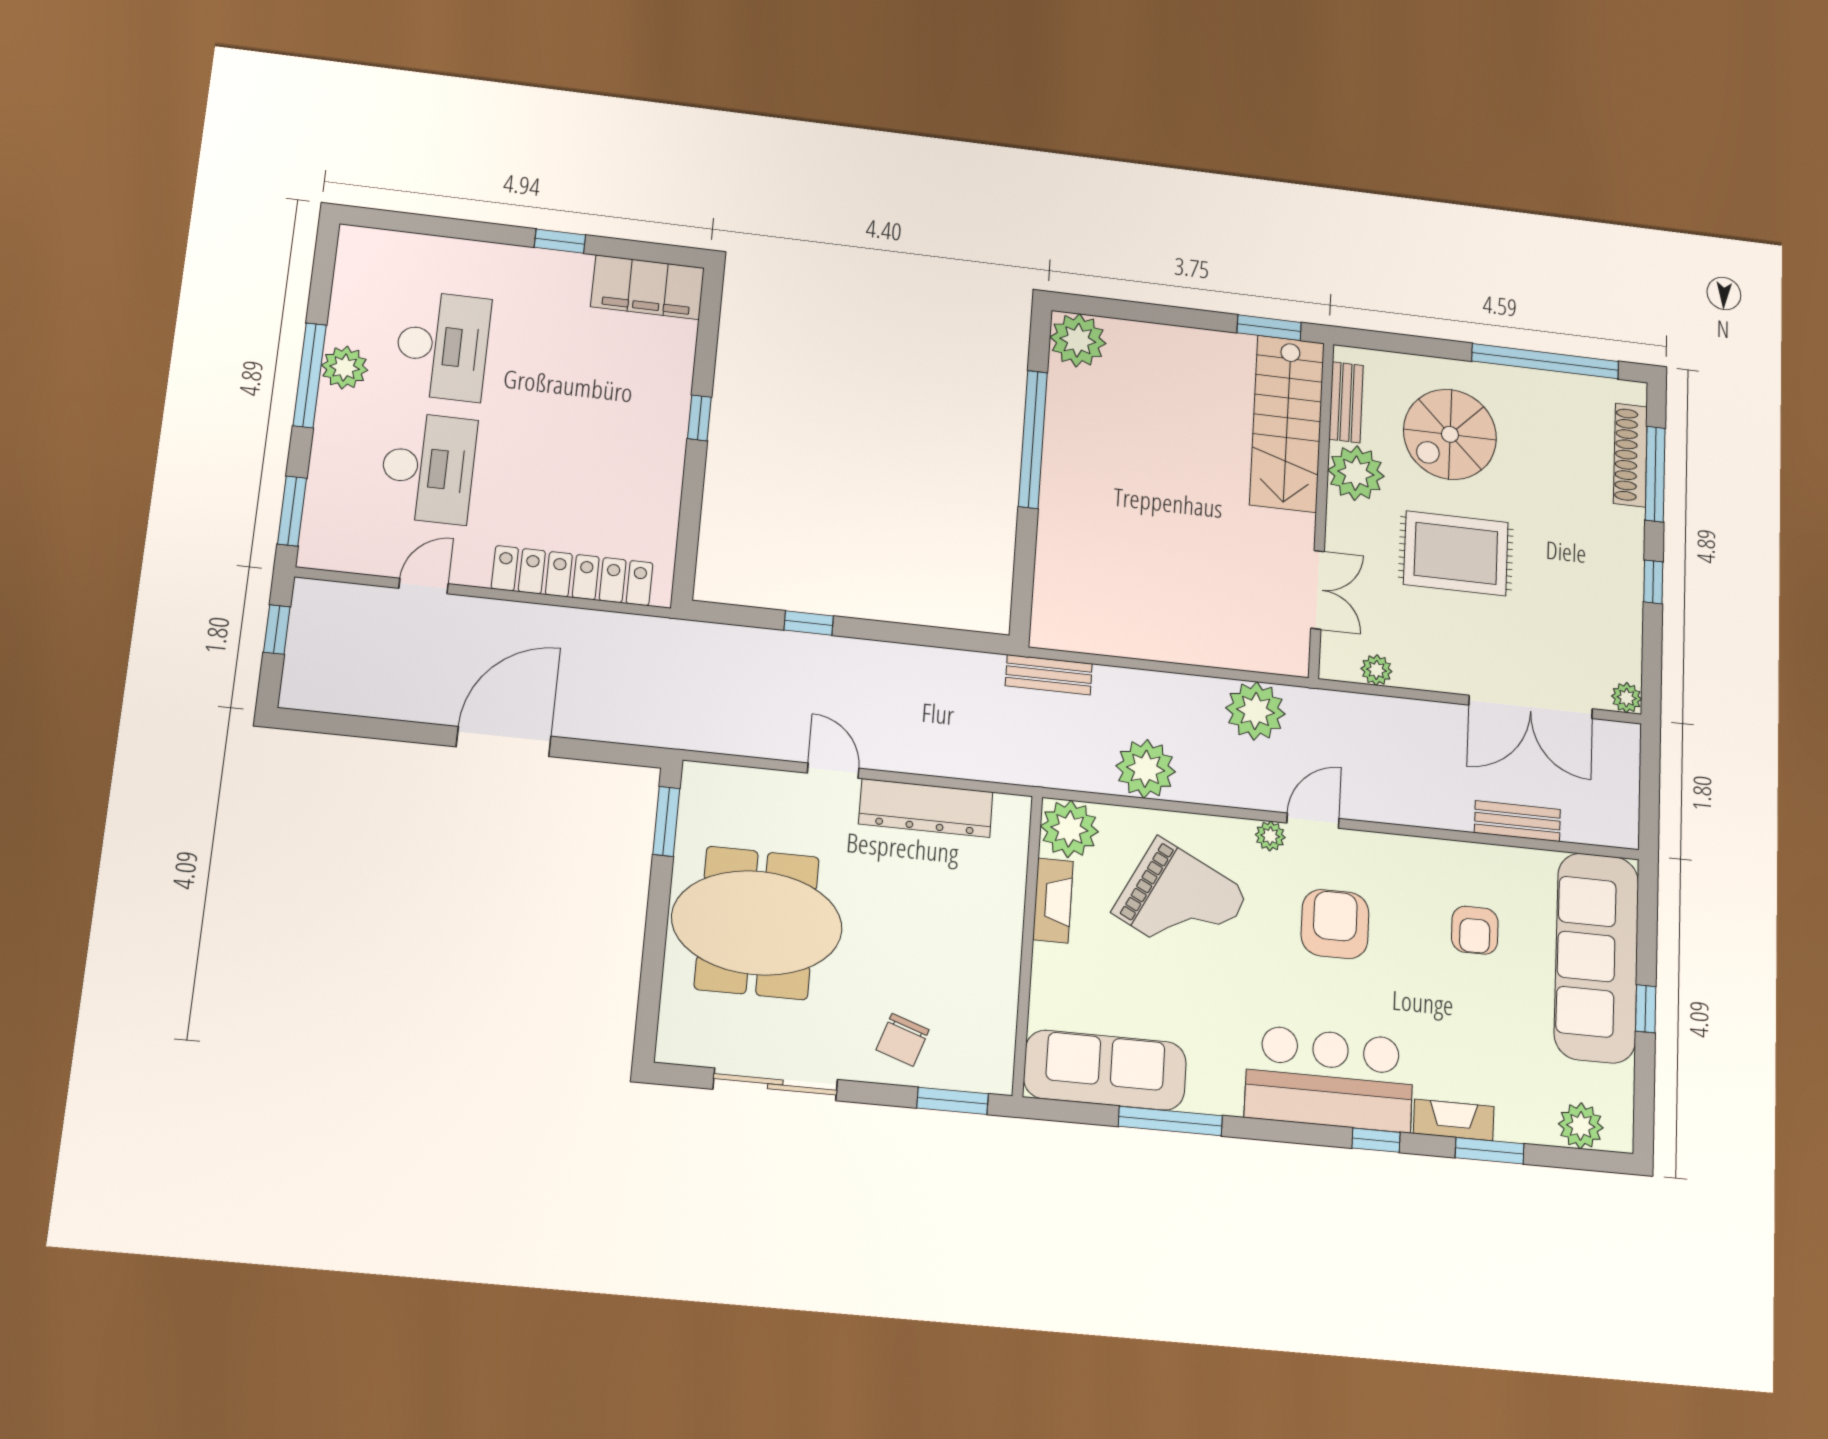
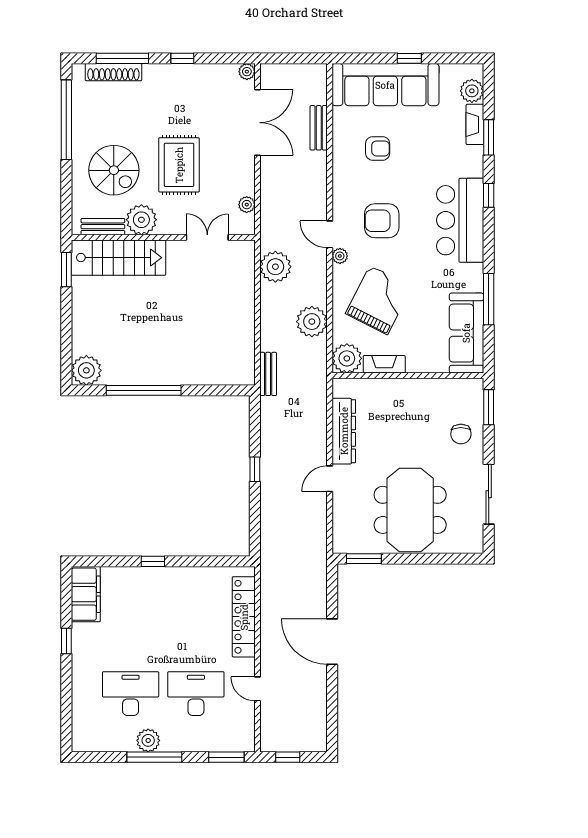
window: (809, 623) -> (255, 469), moved
chair: (903, 1040) -> (461, 434), turned 71
fireplace: (1454, 1120) -> (475, 124), moved

